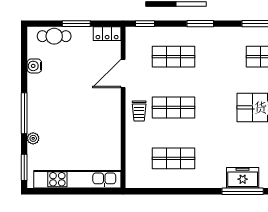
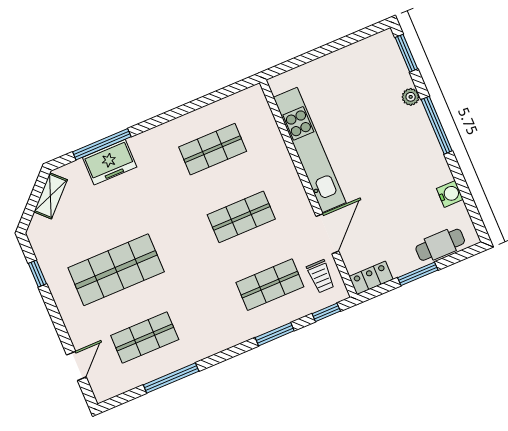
window: (200, 24) -> (275, 334), moved
trolley: (139, 111) -> (321, 276), moved, turned 180
kitchen unit: (77, 179) -> (310, 150), moved, turned -90

